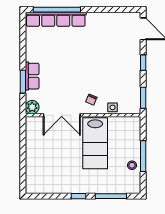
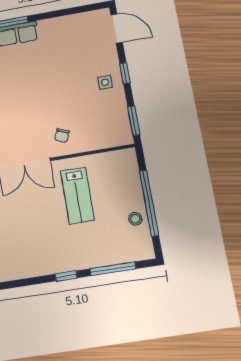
side table: (113, 107) -> (105, 82), moved
lab bench: (95, 143) -> (77, 196), width x0.73, depth x0.72
window: (143, 156) -> (149, 203), width x1.46

